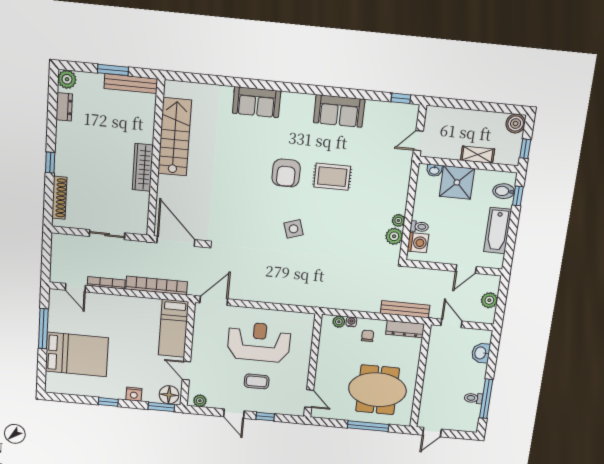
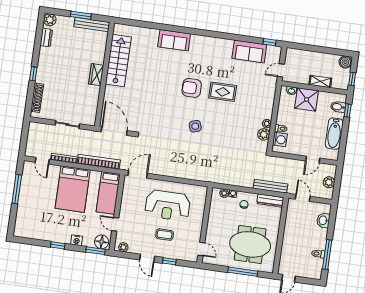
sofa: (339, 111) -> (249, 51), moved
wardrobe: (143, 167) -> (96, 75), width x0.67
armchair: (286, 173) -> (192, 88), turned 90
reception desk: (259, 342) -> (168, 205), turned 180
bed: (77, 354) -> (73, 189), moved, turned 90

